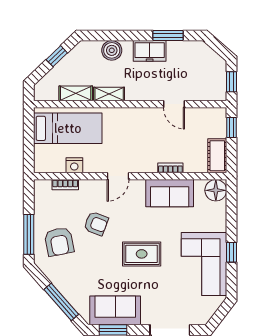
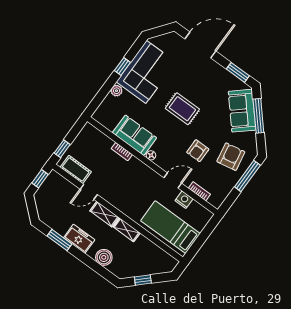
shelving: (76, 93) -> (104, 214), moved
door: (174, 104) -> (89, 192), swing flipped
cot: (217, 156) -> (76, 170), moved, turned 90
door: (118, 176) -> (173, 180), moved
floor lamp: (216, 190) -> (151, 155), moved, width x0.53, depth x0.53
armchair: (96, 224) -> (198, 151), turned -111
plant: (220, 224) -> (116, 91), added
sofa: (115, 310) -> (242, 111), moved, turned 49

